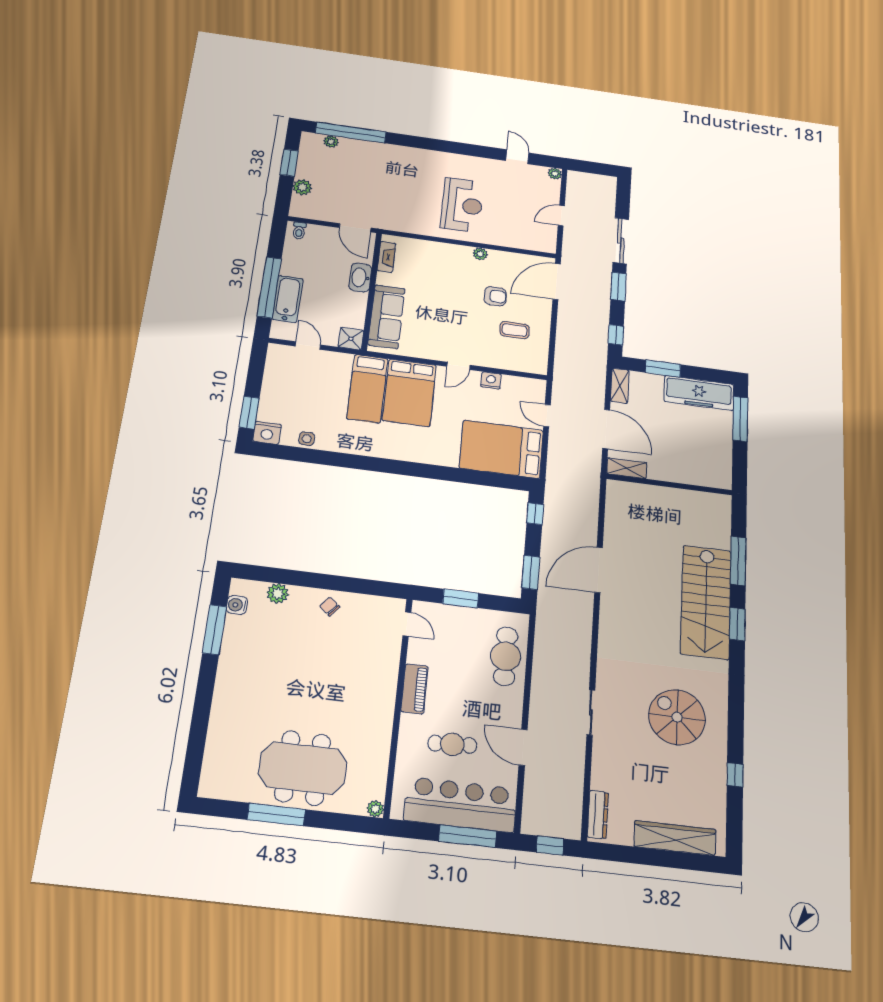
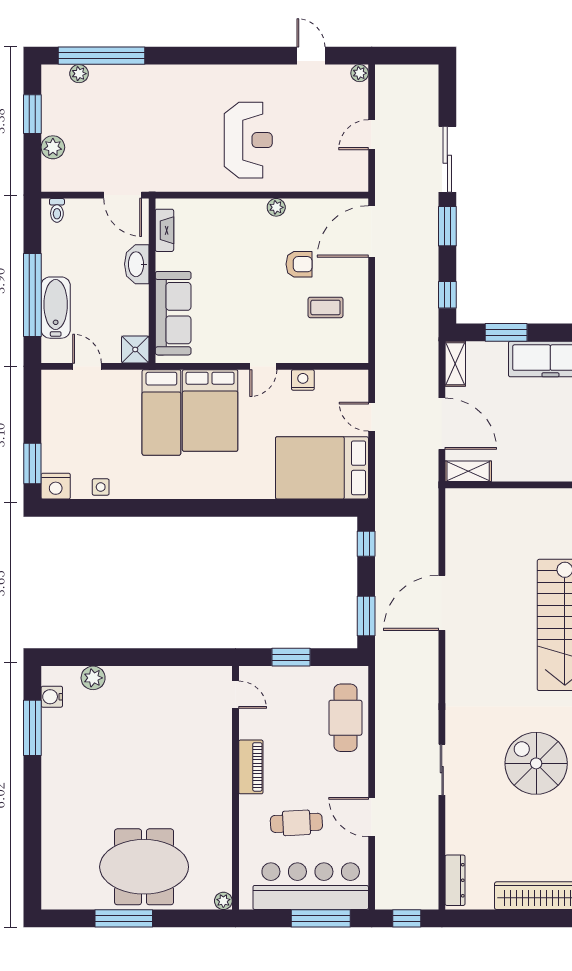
chair: (330, 607) -> (150, 686), removed

